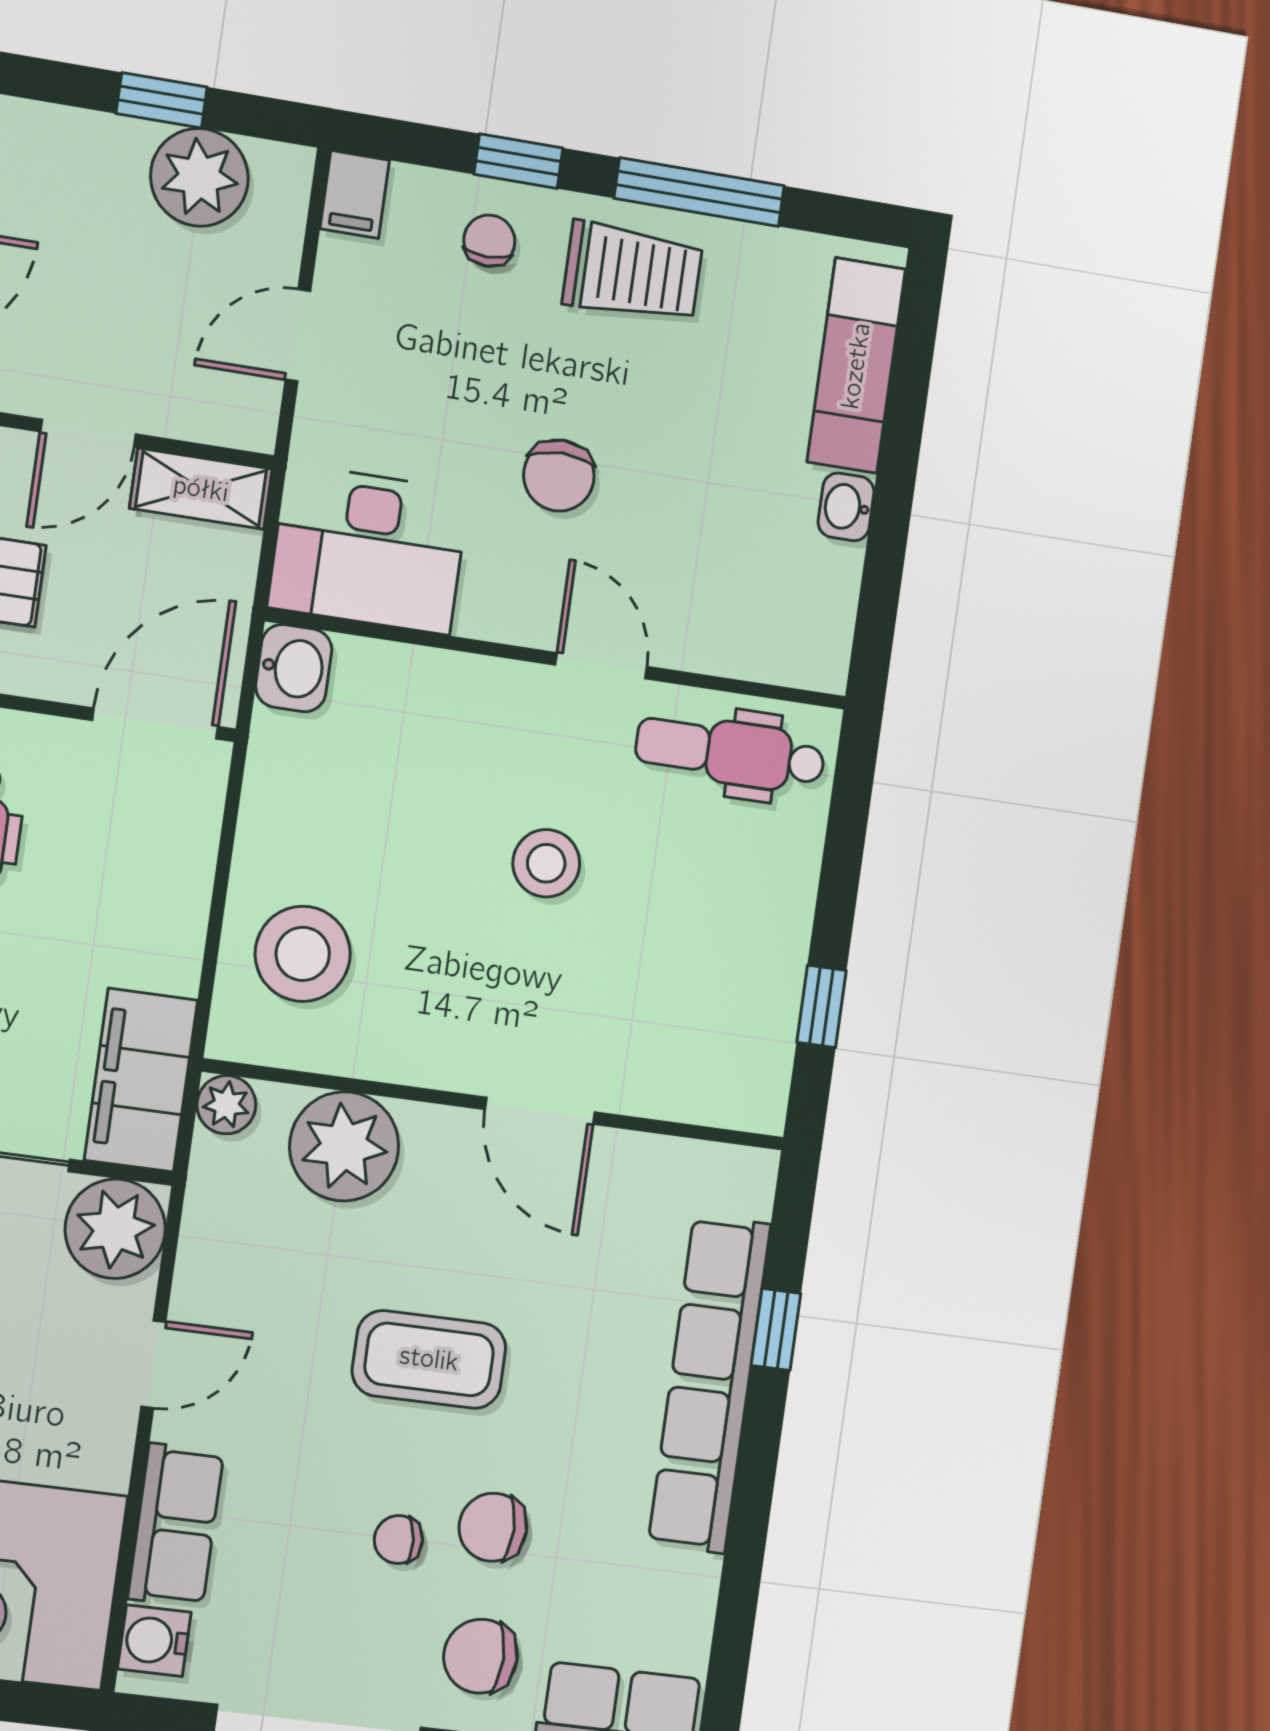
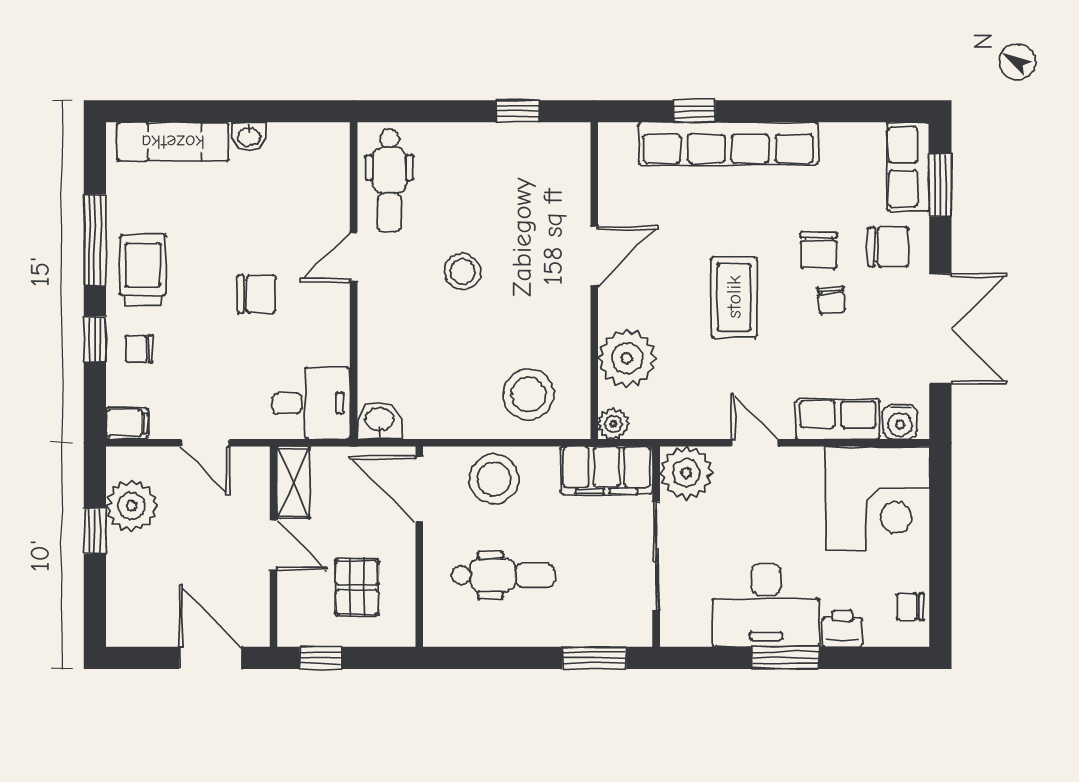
desk: (369, 549) -> (311, 403), width x0.73
stool: (154, 867) -> (494, 479), added
chair: (481, 1656) -> (888, 247), turned -90

